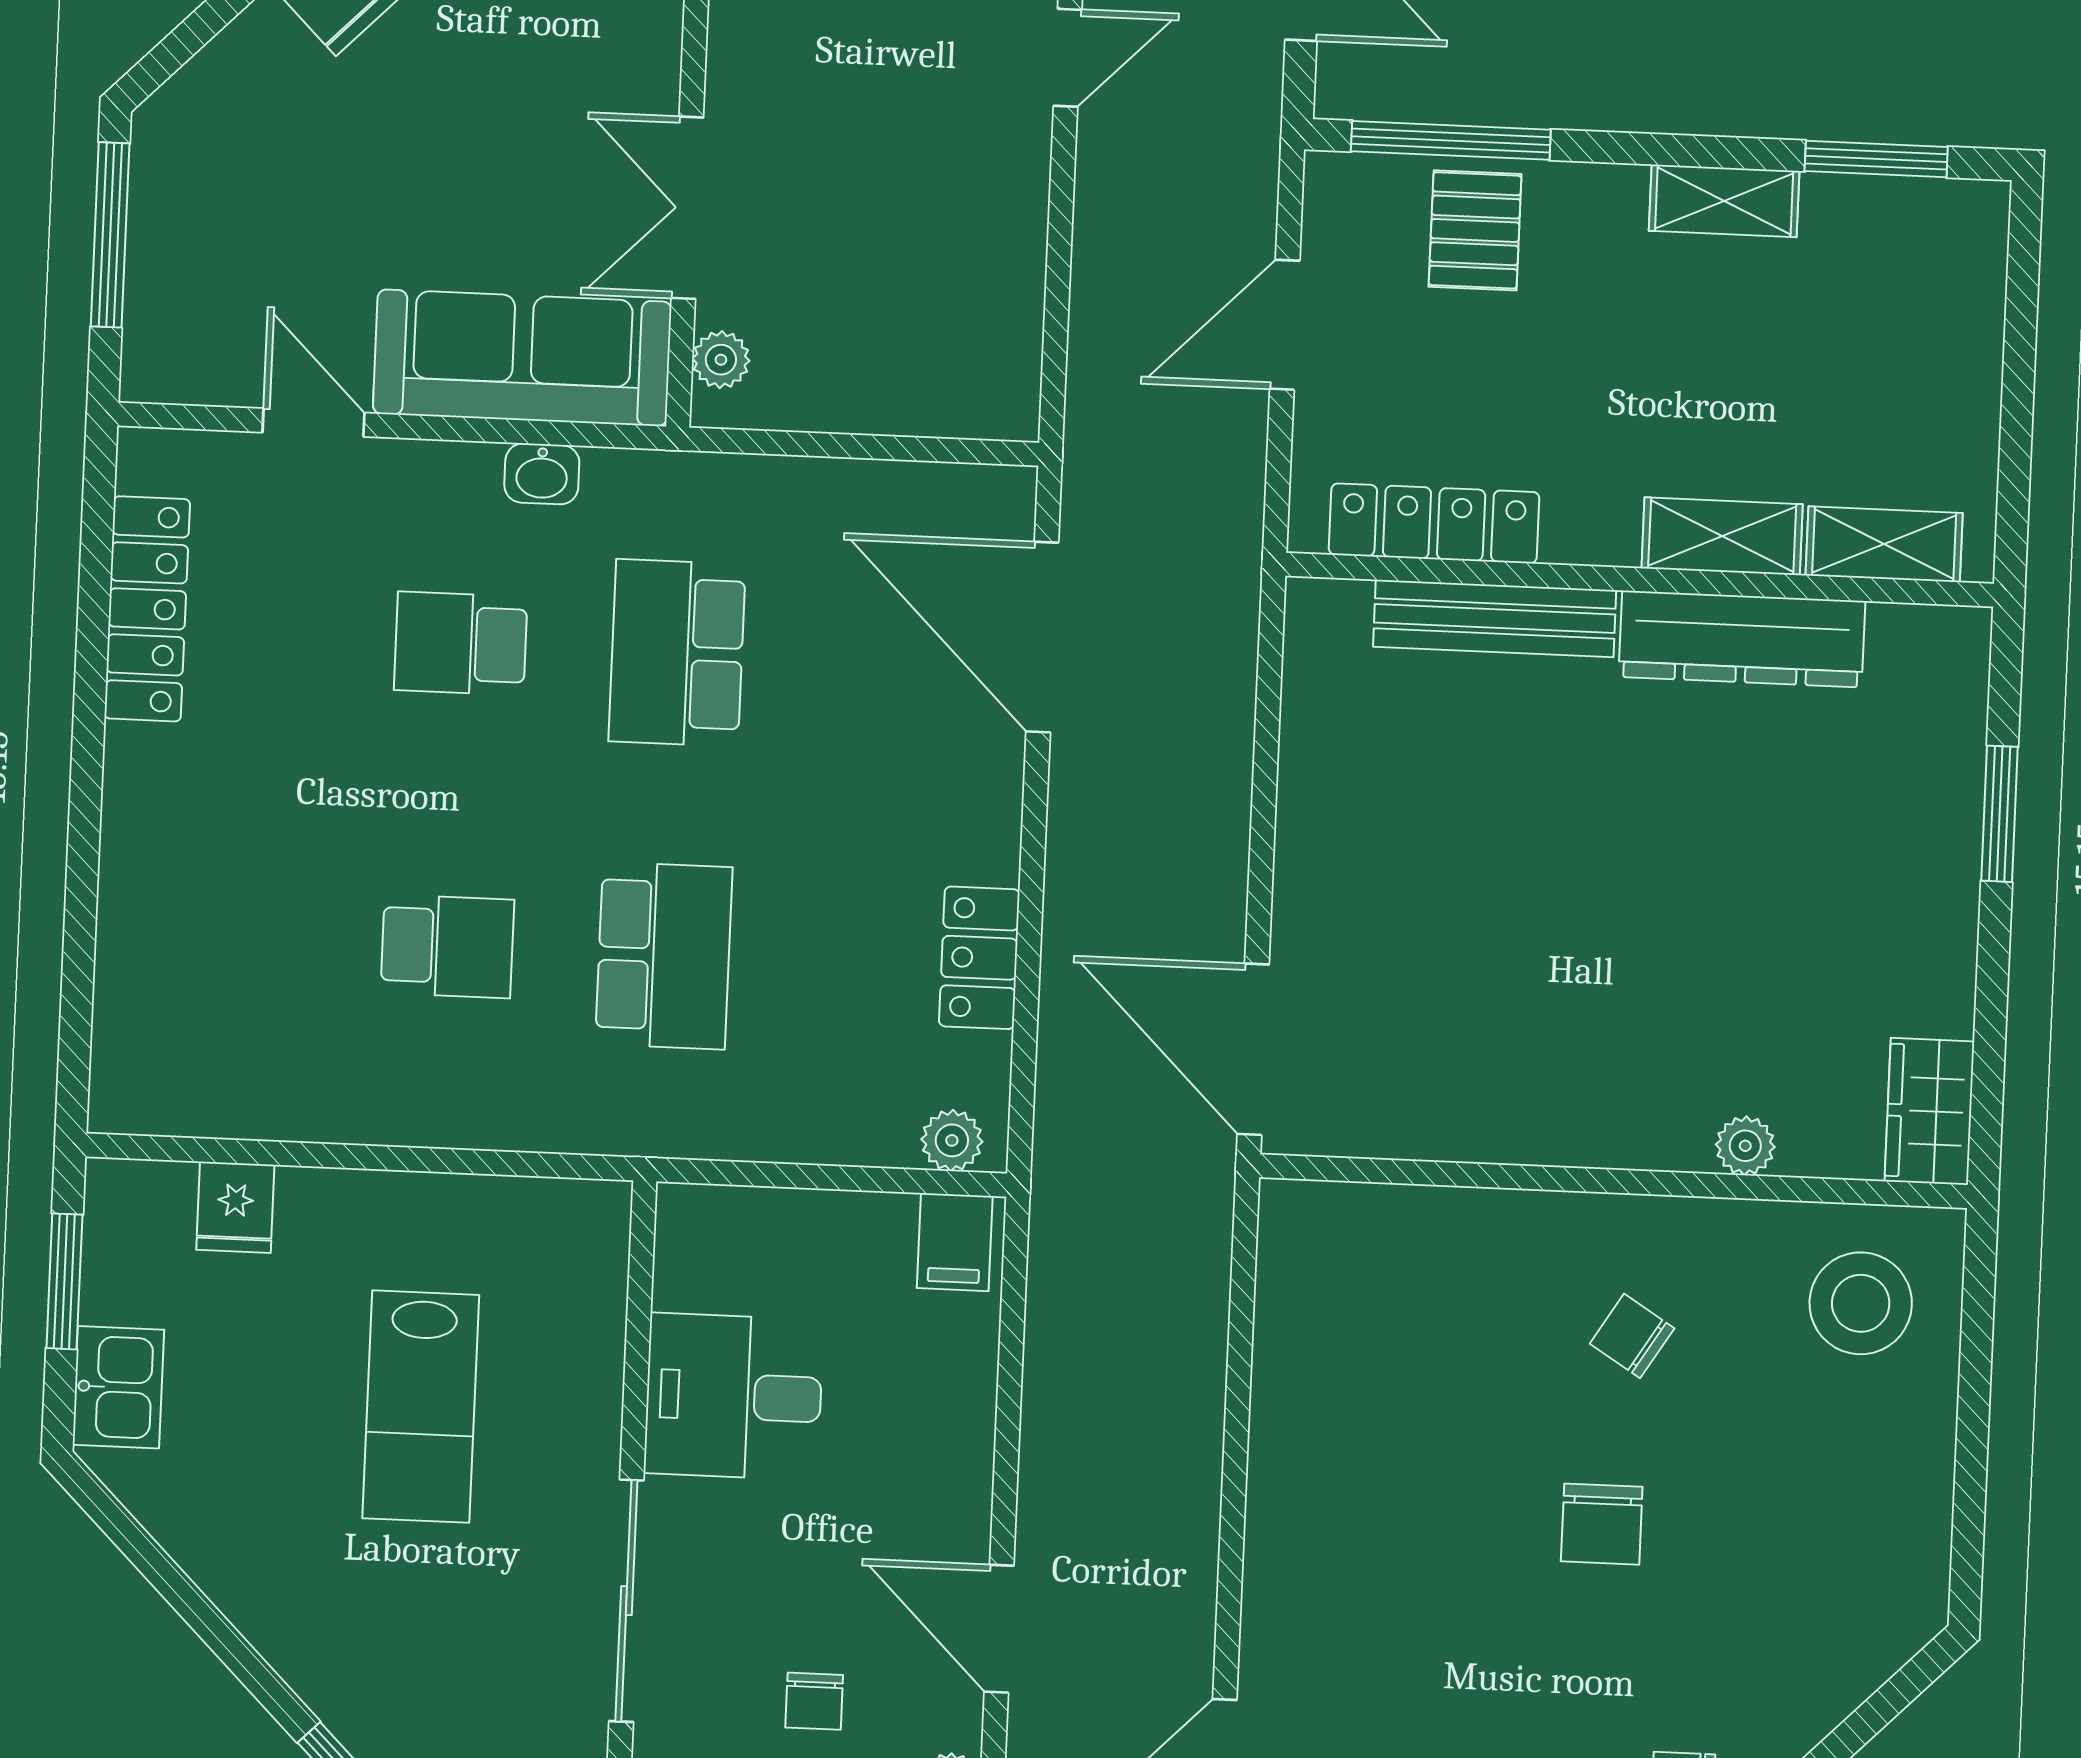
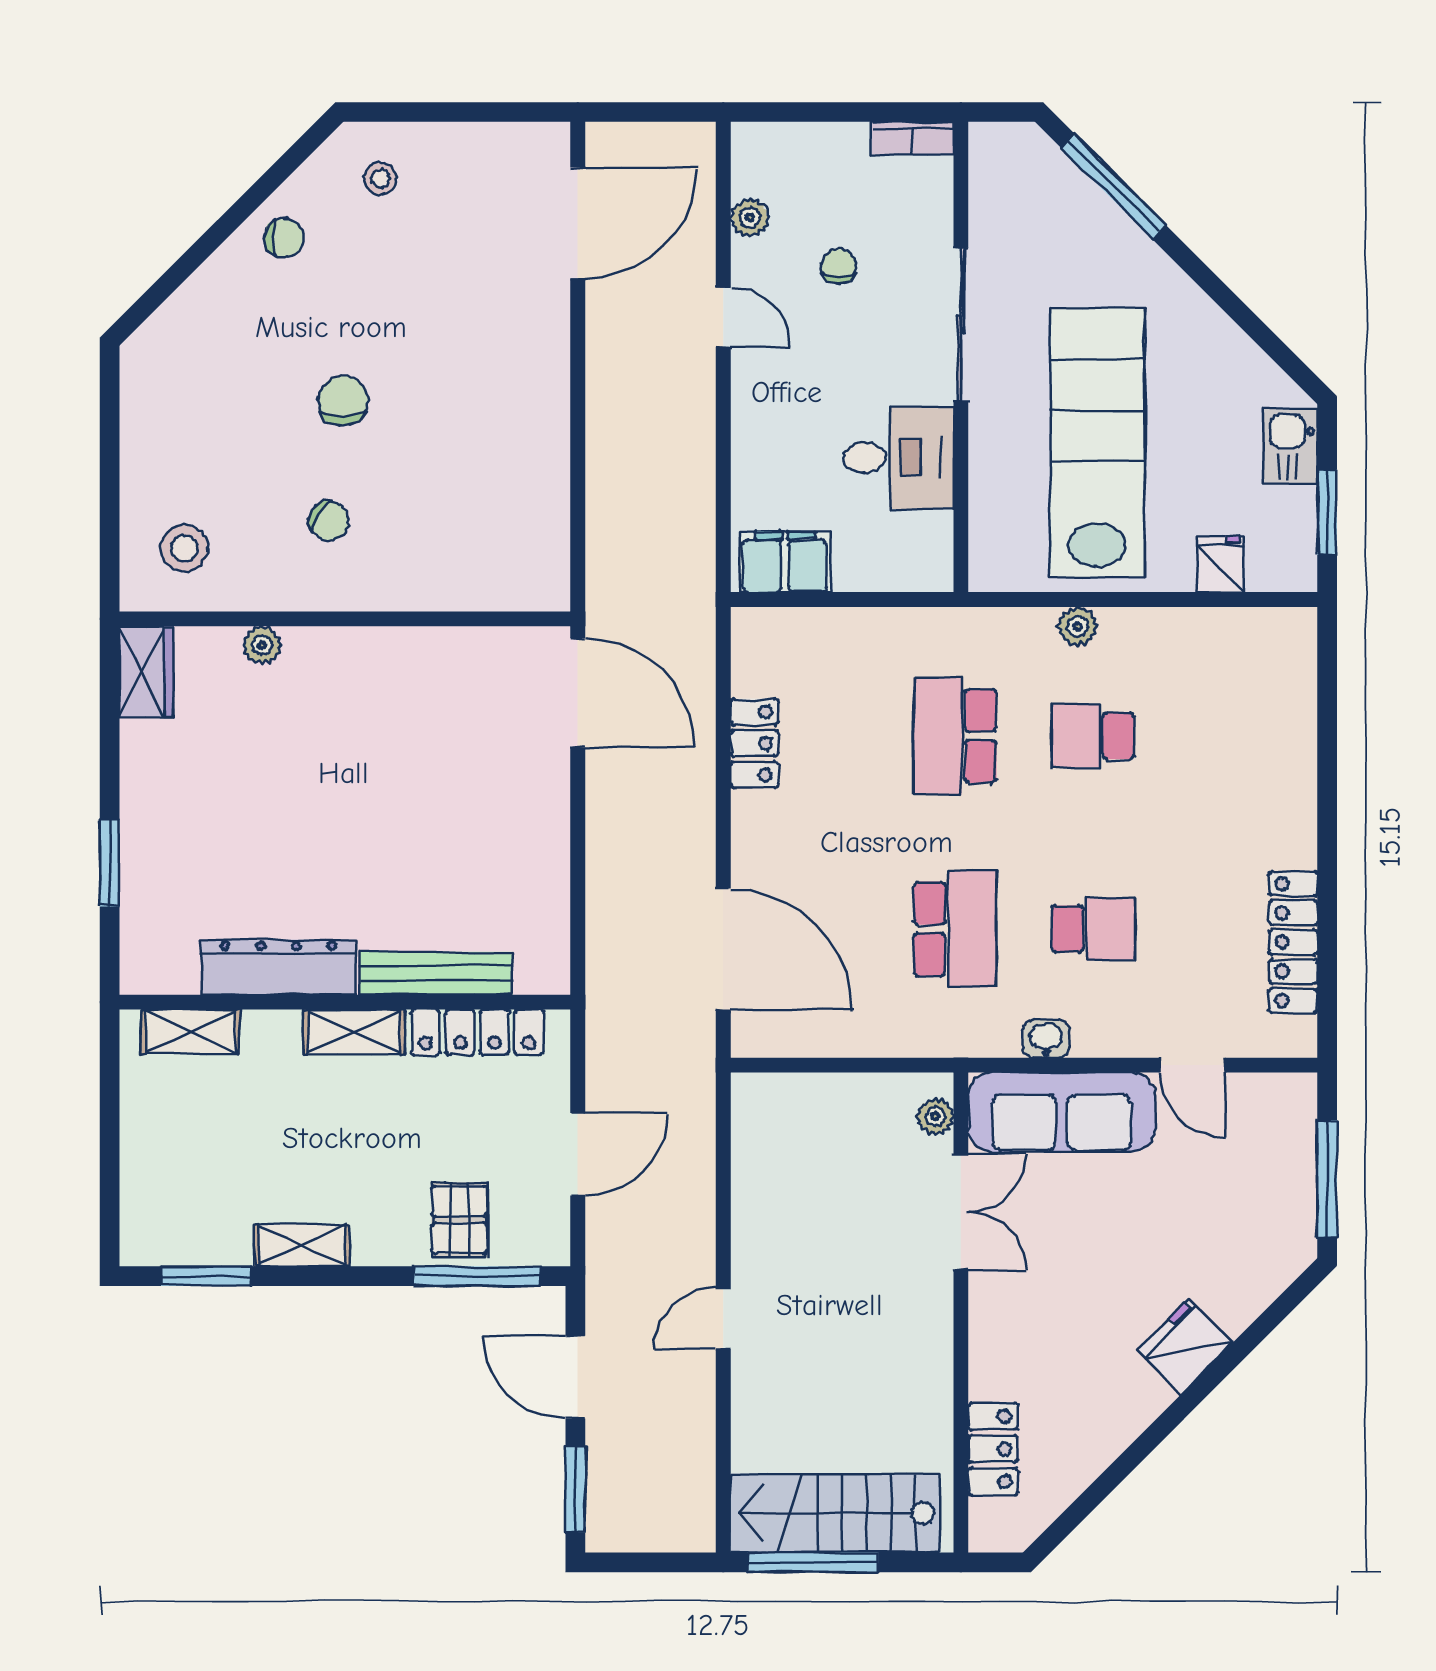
shelving: (1722, 536) -> (354, 1032), moved
plant: (952, 1140) -> (1078, 626), moved
filing cabinet: (955, 1242) -> (785, 562), width x2.00
stool: (1861, 1303) -> (184, 548), width x0.73, depth x0.73
lab bench: (421, 1407) -> (1097, 442), width x1.86, depth x1.39
door: (999, 1629) -> (723, 317), width x0.73

